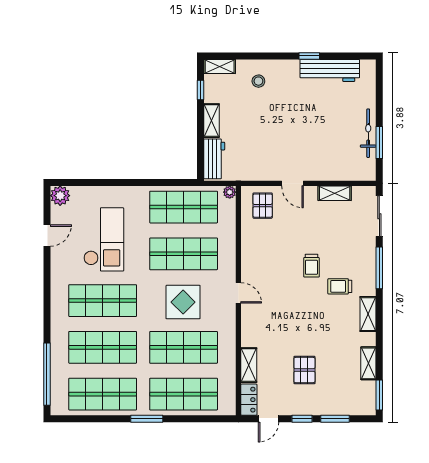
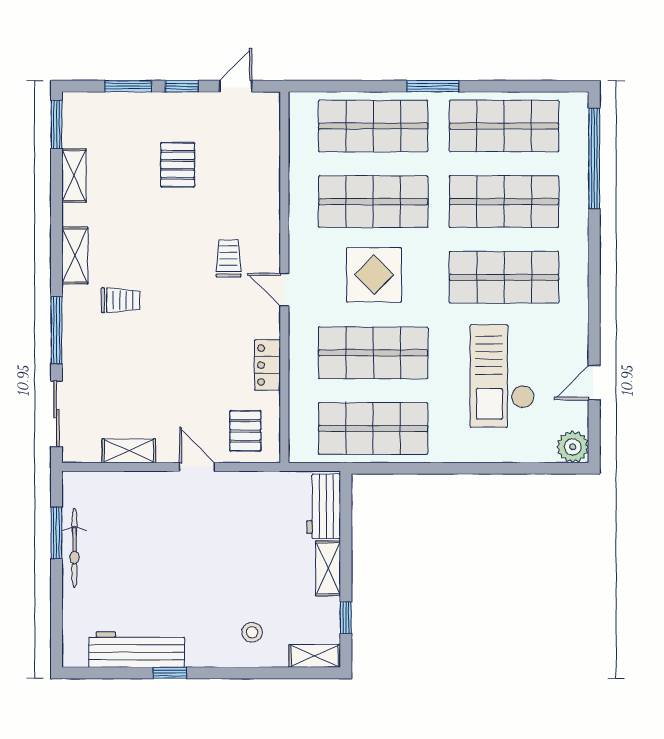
plant: (230, 192) -> (299, 453), removed
trolley: (311, 266) -> (229, 258), moved
shelving: (249, 365) -> (268, 173), removed
locker: (249, 400) -> (267, 365), moved

